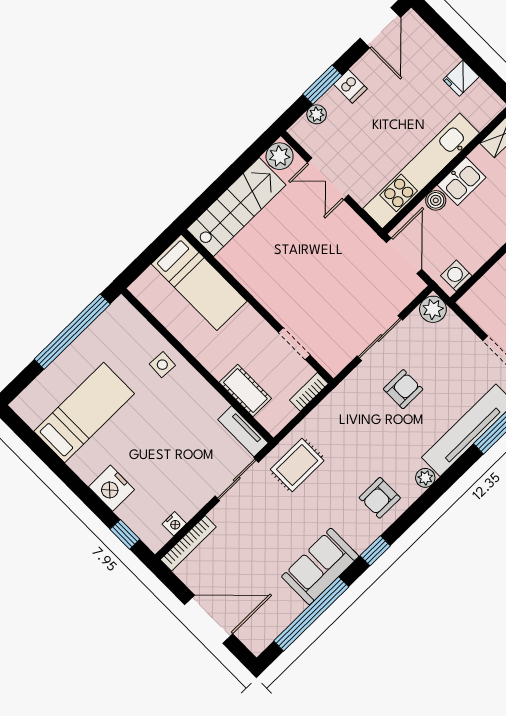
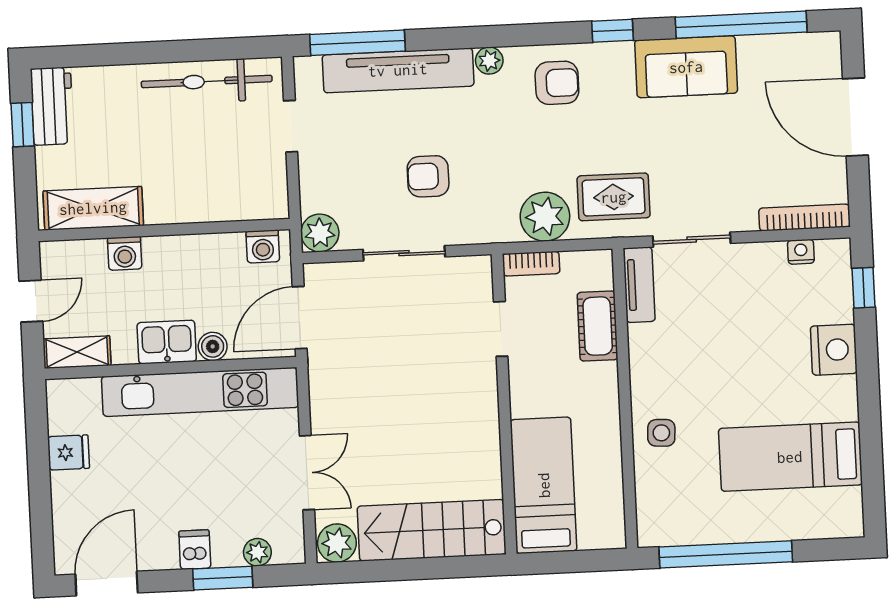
plant: (324, 423) -> (545, 217), added

